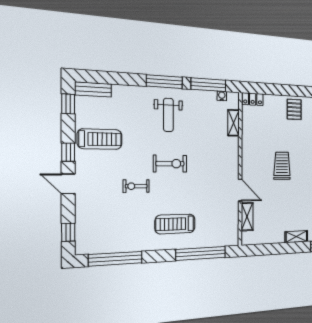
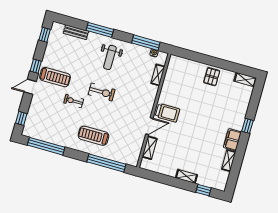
window: (164, 82) -> (100, 30), moved
bench: (93, 89) -> (76, 32), moved
locker: (253, 99) -> (178, 61), removed
treadmill: (100, 139) -> (55, 77), moved
trolley: (282, 166) -> (167, 113), moved, turned 90
door: (68, 184) -> (30, 87), hinge flipped
door: (240, 190) -> (149, 126), hinge flipped

